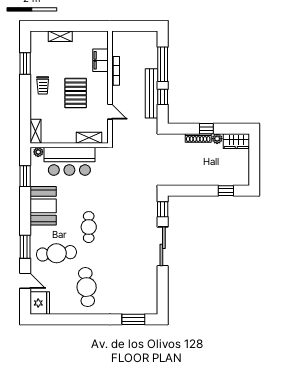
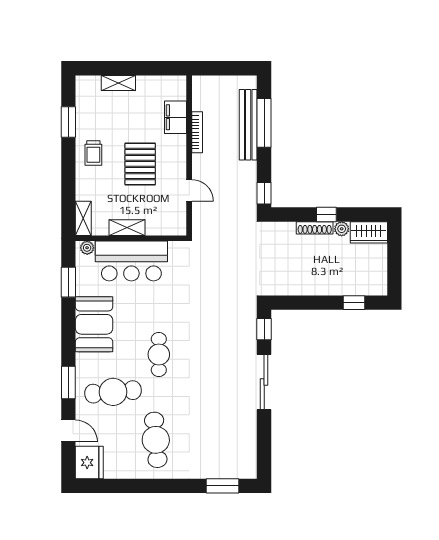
bench: (151, 93) -> (248, 125), moved
window: (163, 97) -> (264, 193), moved
shelving: (89, 138) -> (127, 228), moved

